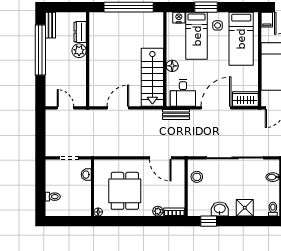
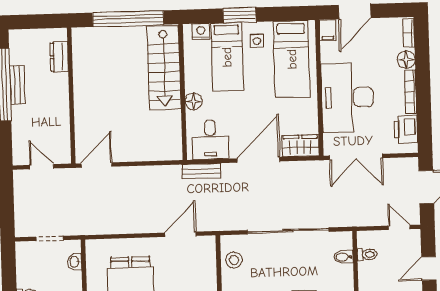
bench: (50, 25) -> (17, 85), moved
plant: (79, 51) -> (59, 84), removed
stairs: (152, 77) -> (164, 68), moved
door: (118, 108) -> (97, 165), moved
door: (160, 158) -> (180, 234), swing flipped

